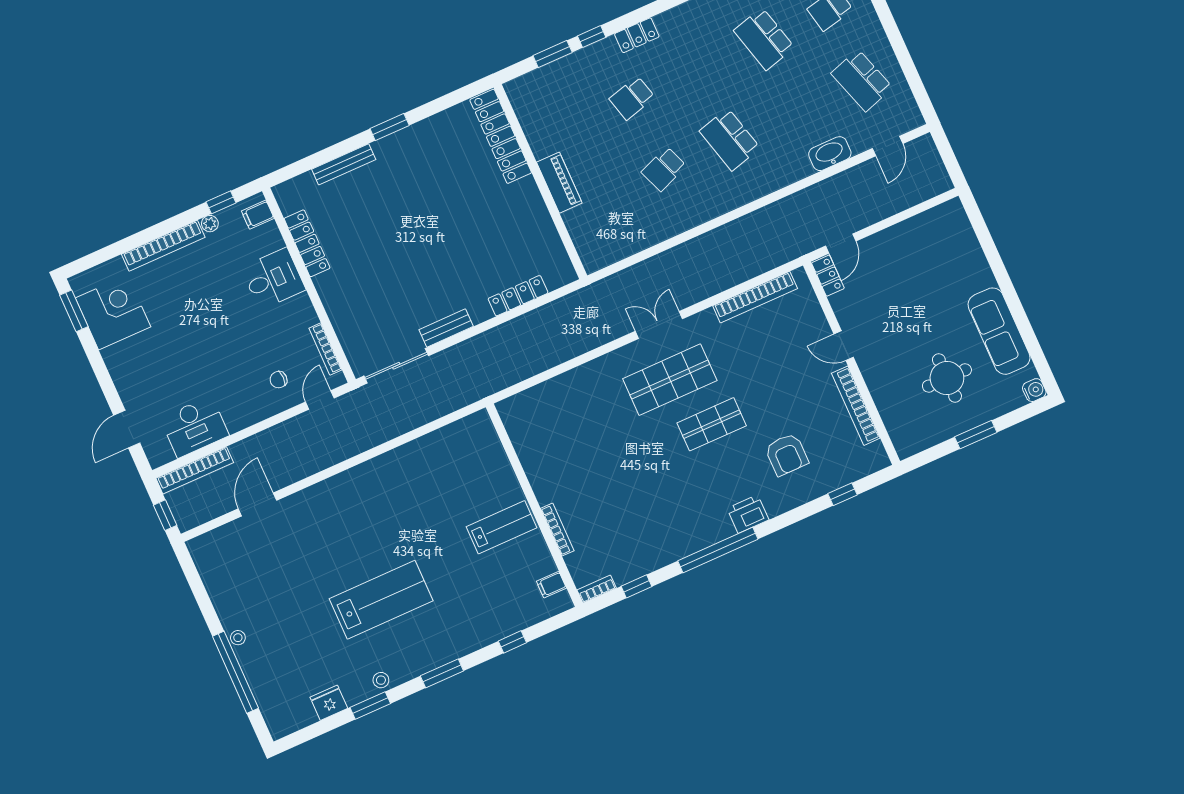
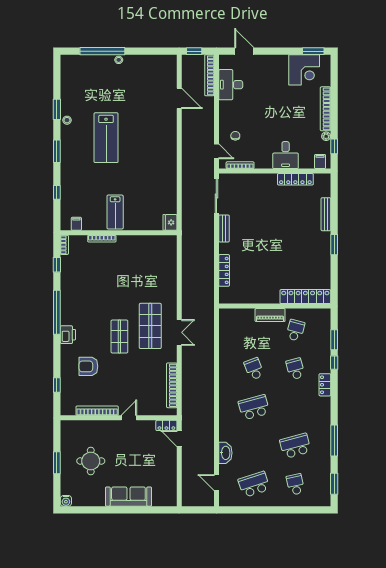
school desk: (566, 128) -> (295, 330), added
sofa: (999, 331) -> (128, 497), moved
fridge: (329, 703) -> (170, 222), moved, turned 180

